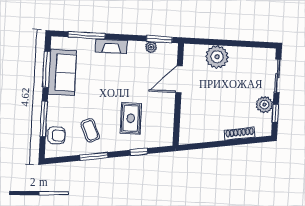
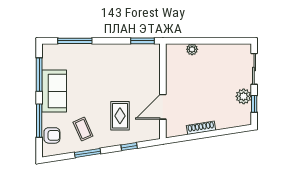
fireplace: (111, 46) -> (98, 50), removed
plant: (151, 47) -> (135, 49), removed
plant: (217, 57) -> (192, 49), width x0.53, depth x0.53
sofa: (62, 72) -> (54, 91), moved
door: (179, 79) -> (163, 107), moved
shoe rack: (240, 134) -> (201, 128), moved

